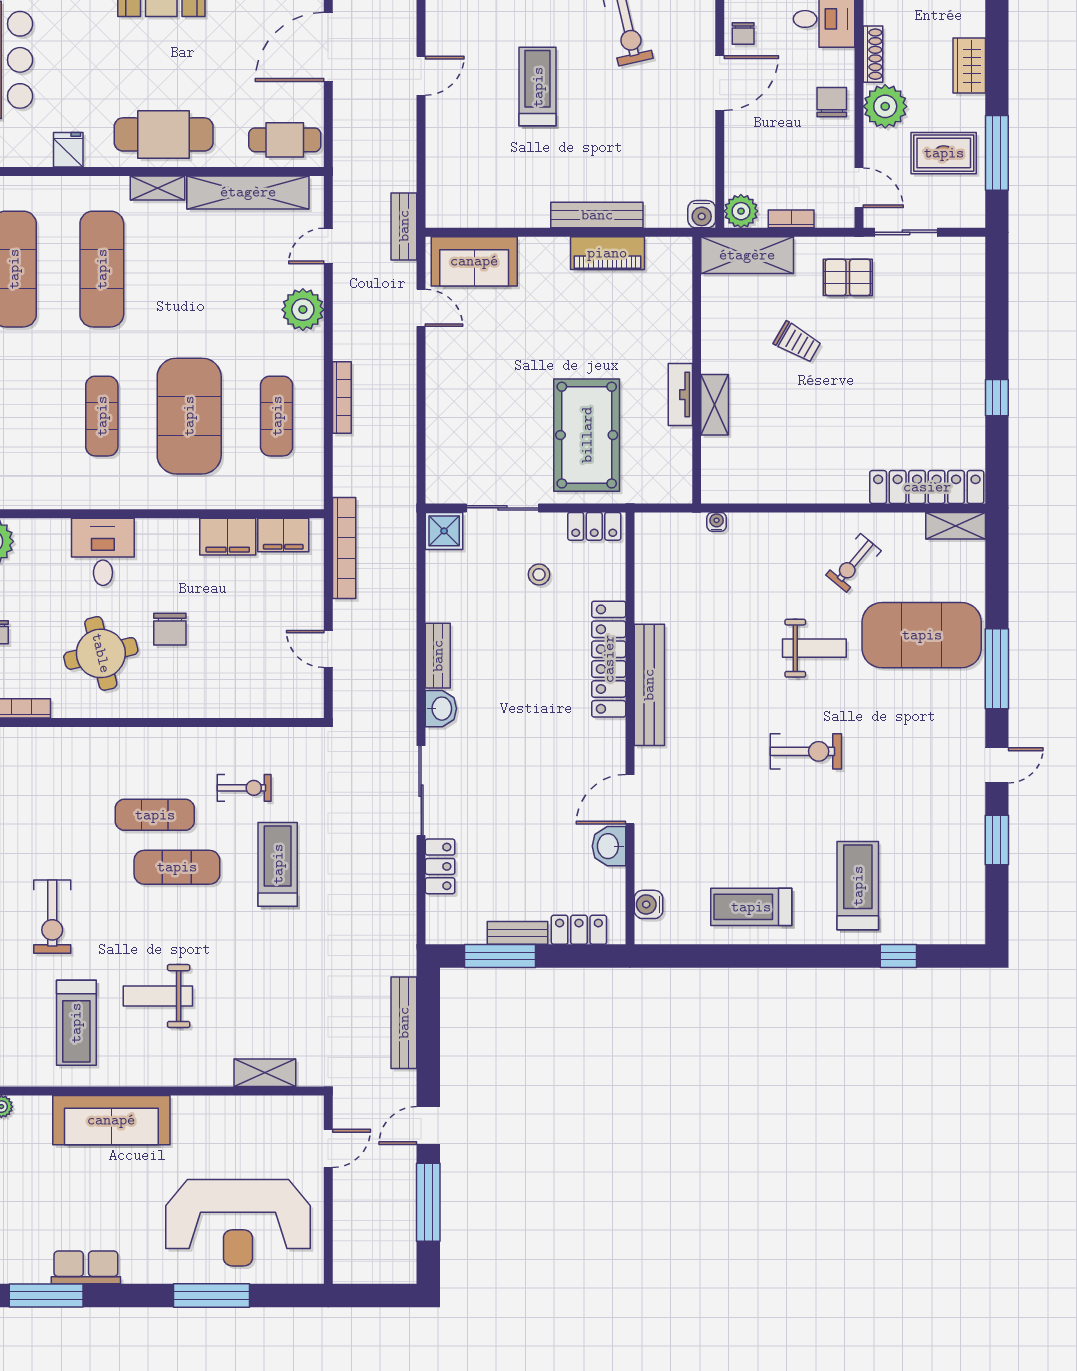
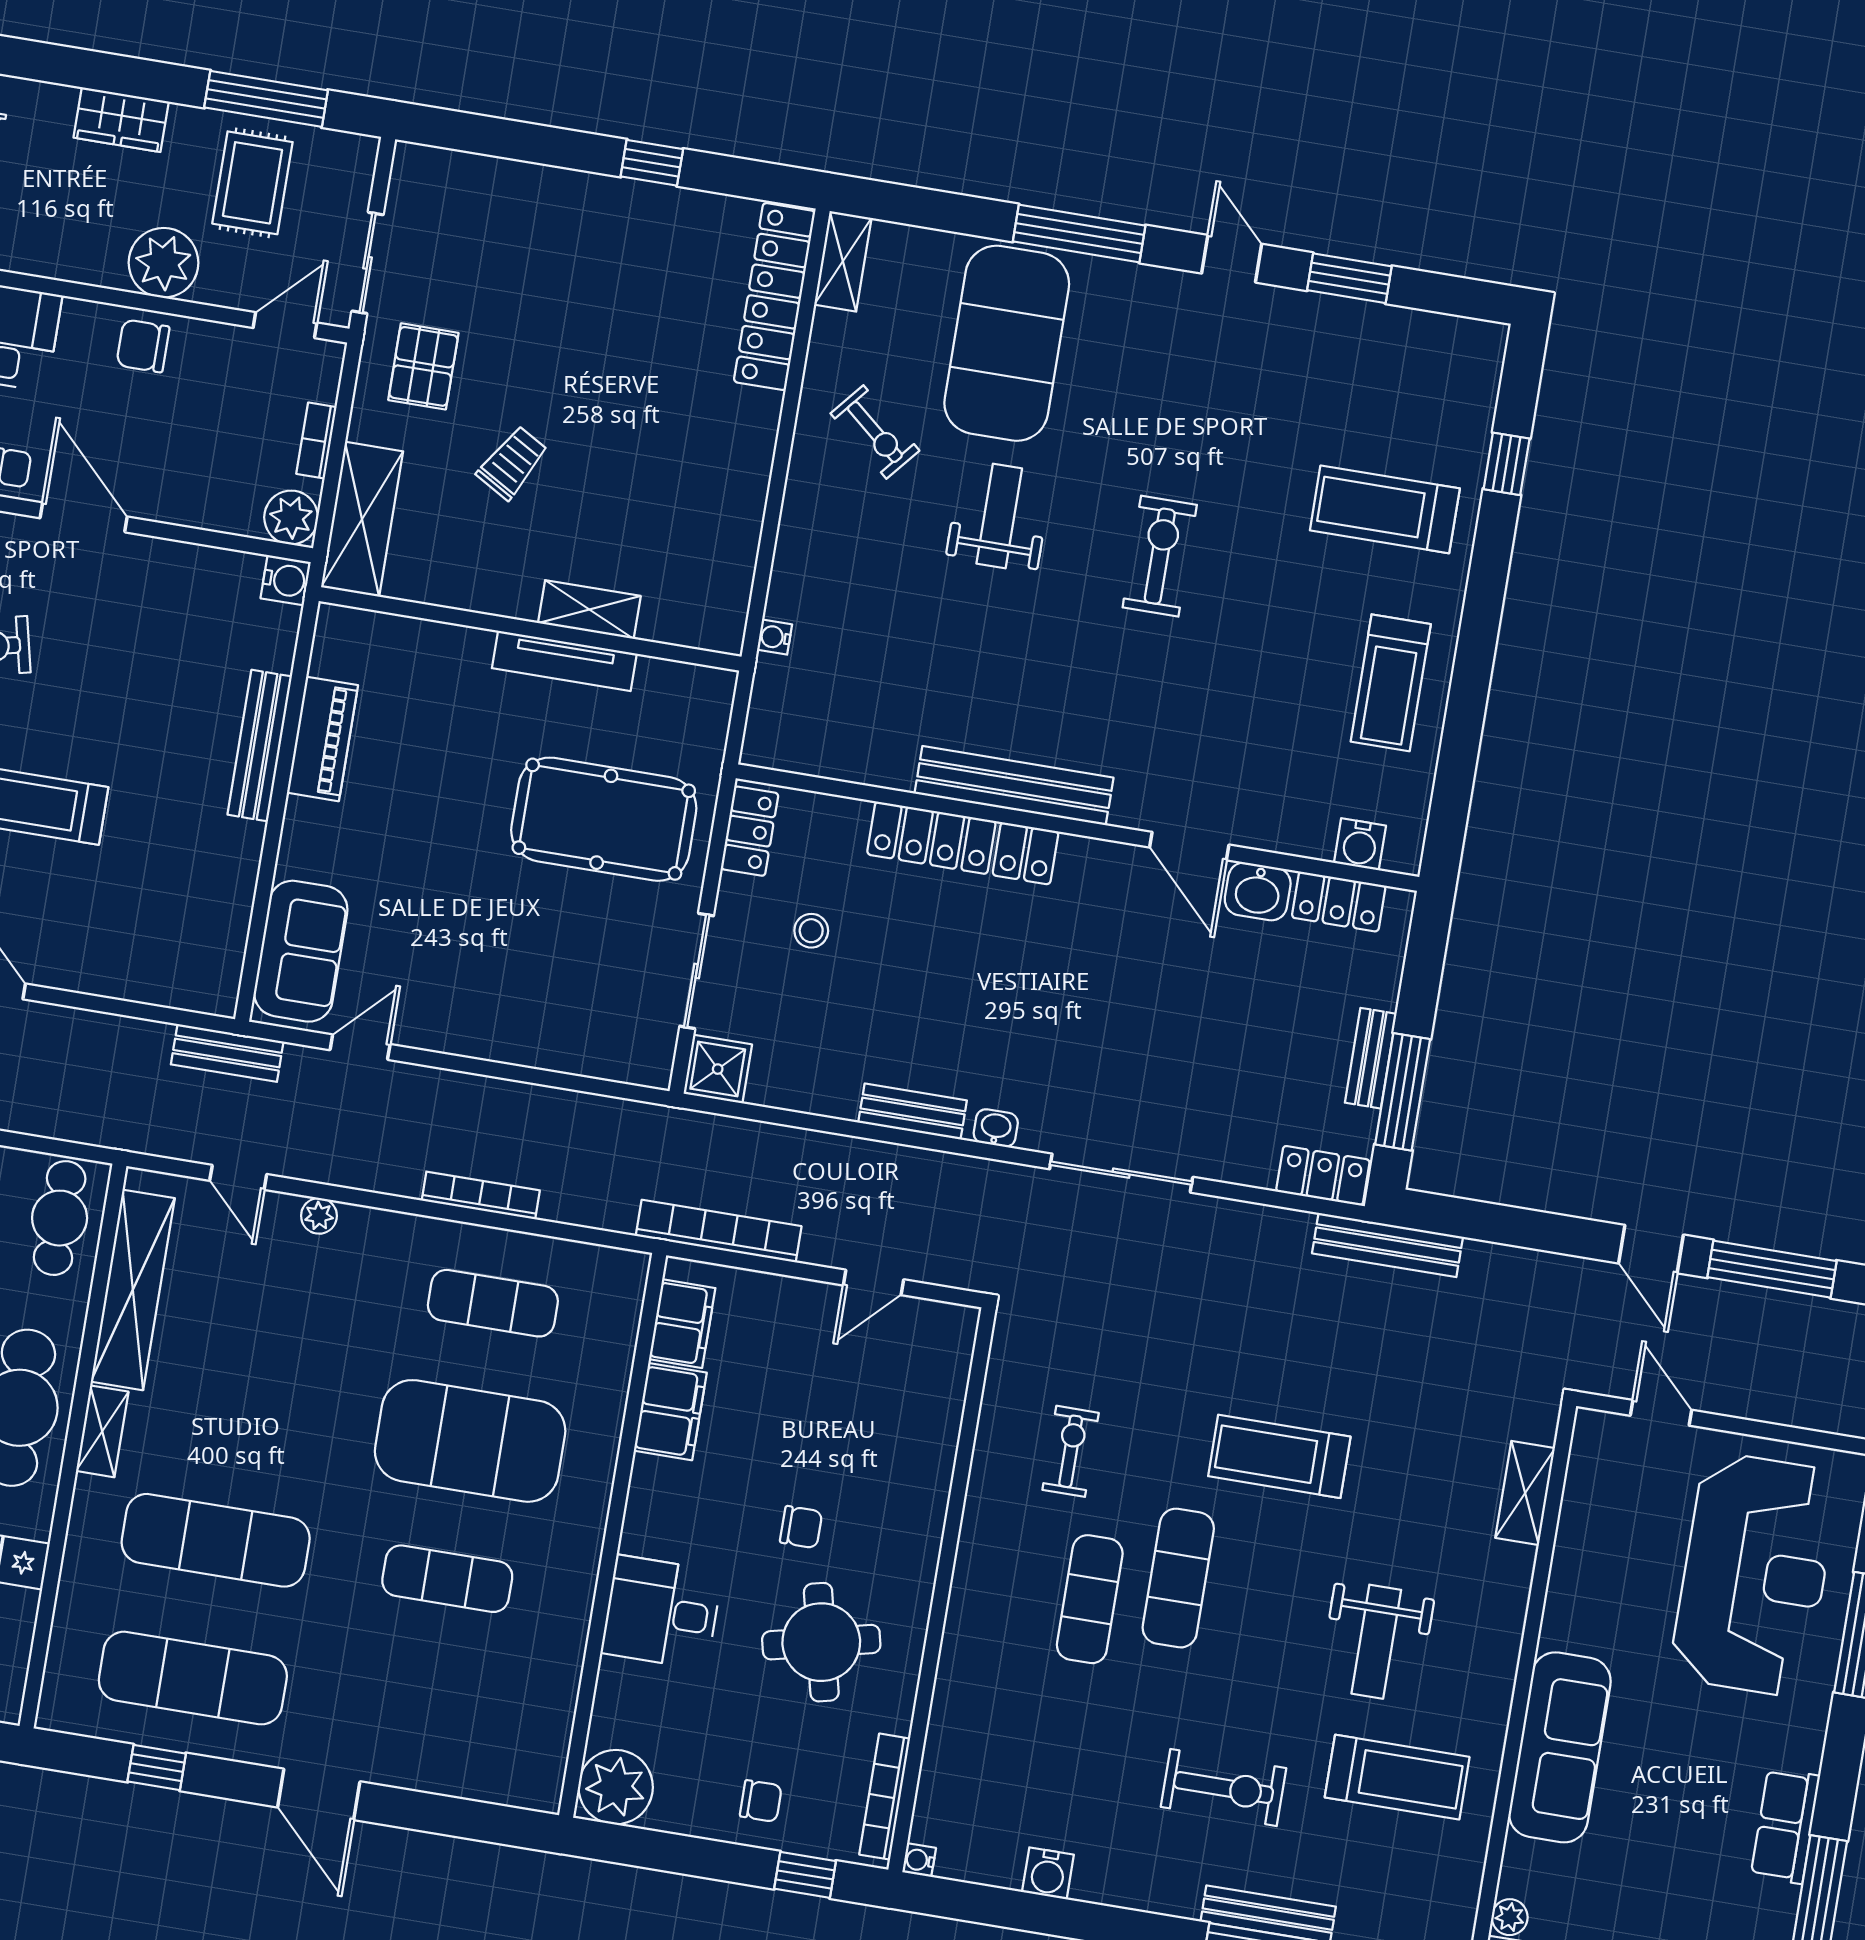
shoe rack: (873, 54) -> (78, 268), removed
plant: (303, 310) -> (319, 1216), width x0.53, depth x0.53
tv unit: (680, 395) -> (564, 661), width x1.41
chair: (170, 629) -> (801, 1527), width x0.73, depth x0.73
washbasin: (441, 709) -> (996, 1128), width x0.72, depth x0.69
treadmill: (278, 864) -> (1279, 1456), moved
locker: (440, 866) -> (1323, 1176), moved
locker: (579, 930) -> (1339, 902), moved, turned -90
bench: (404, 1023) -> (1387, 1245), moved

